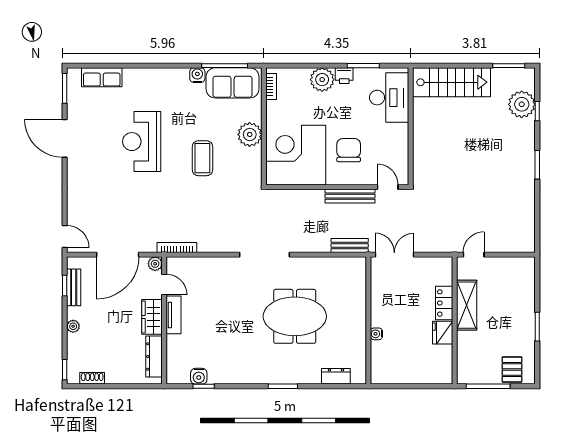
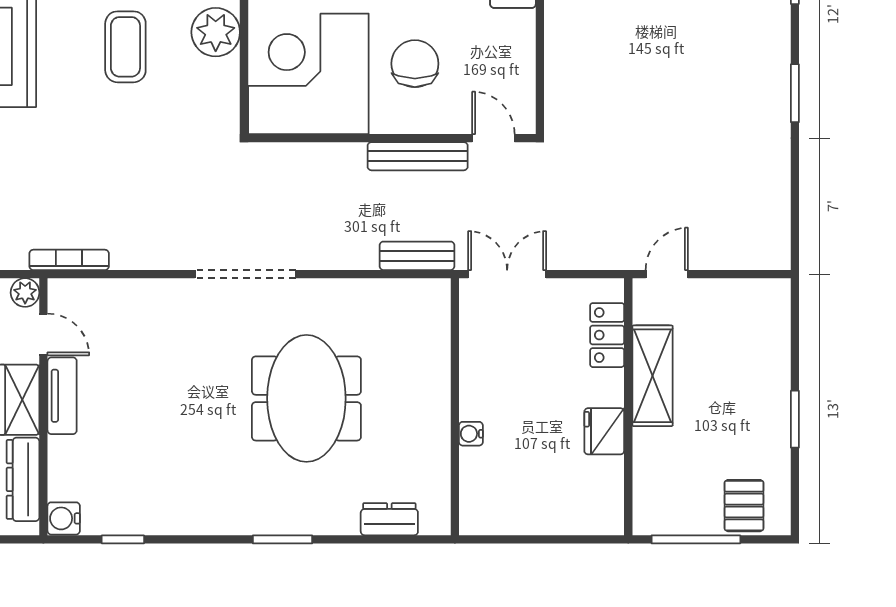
coffee table: (202, 158) -> (125, 47), moved
locker: (444, 303) -> (607, 335), moved
meeting table: (295, 316) -> (306, 398), turned 90
water cooler: (199, 376) -> (64, 518), moved, turned 90

